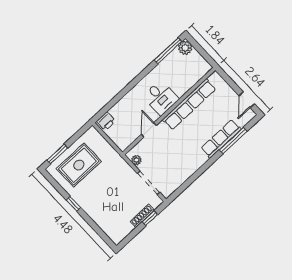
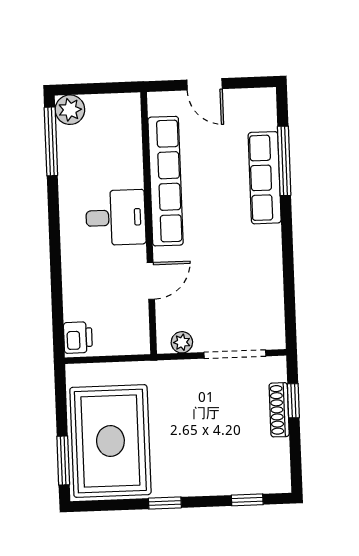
door: (247, 100) -> (205, 84), moved
door: (149, 130) -> (151, 281), swing flipped
rug: (79, 165) -> (110, 441), width x1.37, depth x1.44
window: (100, 232) -> (247, 500), added

